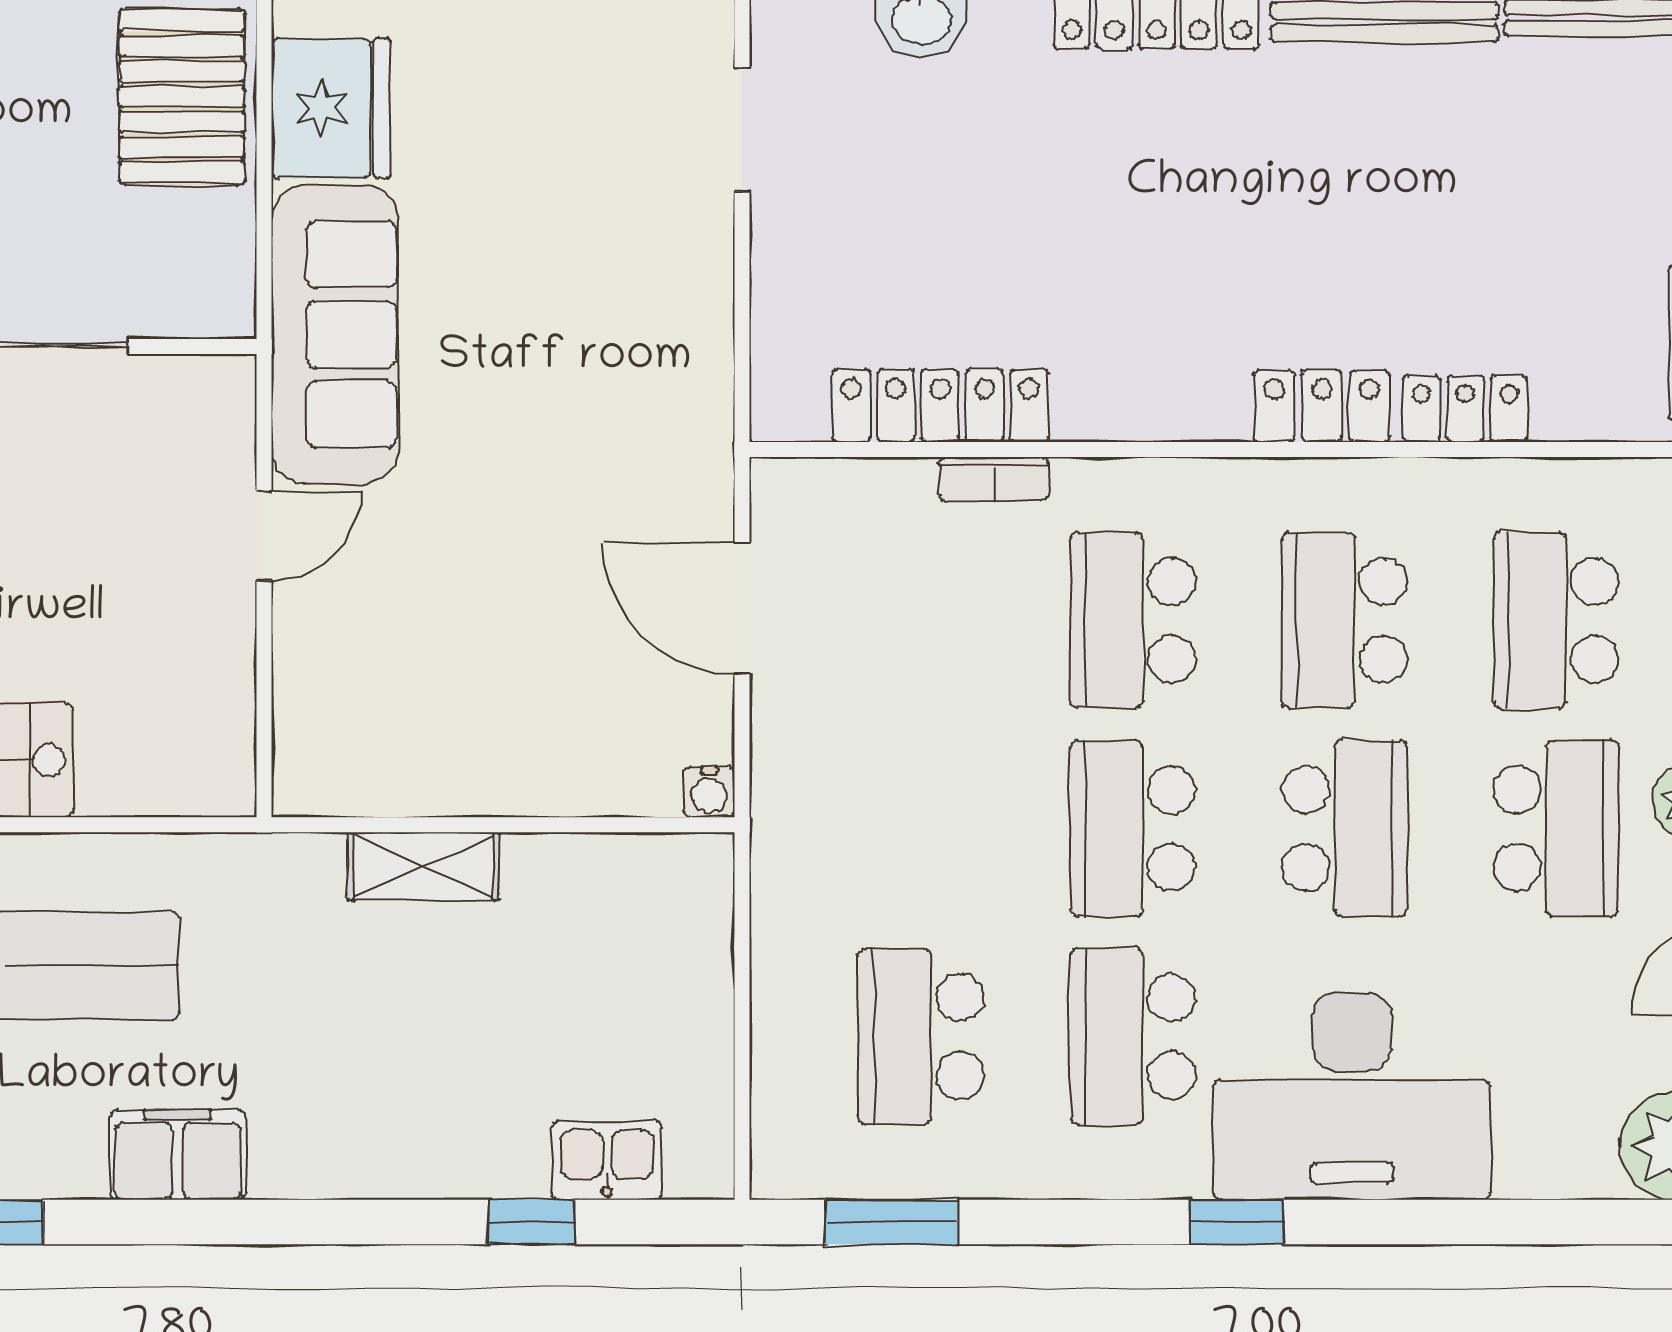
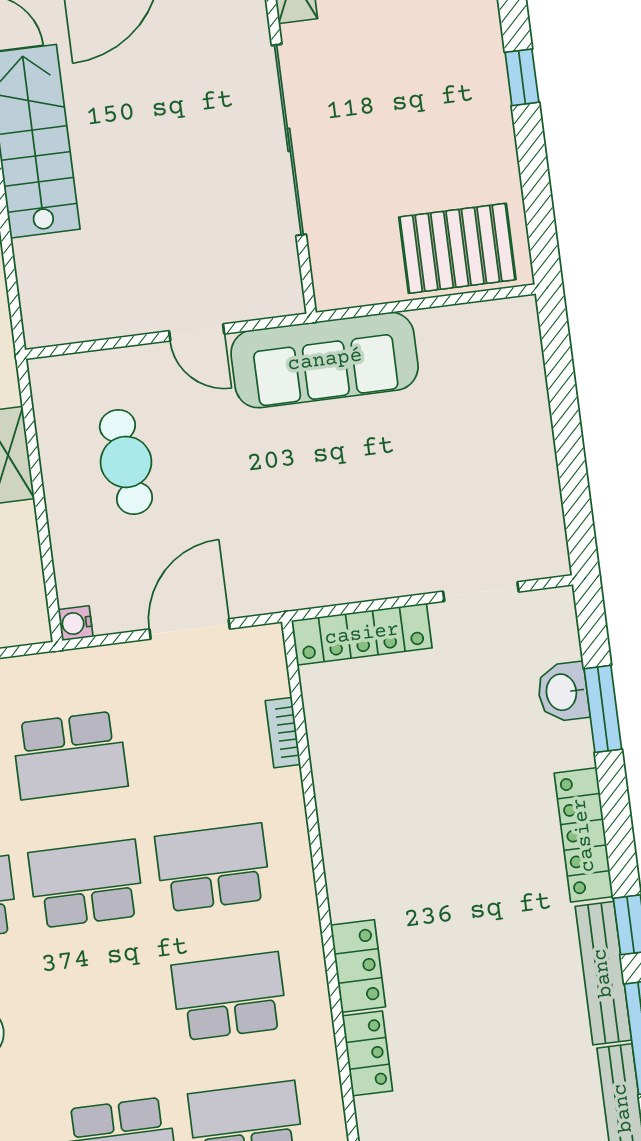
fridge: (331, 108) -> (462, 340), removed
locker: (940, 405) -> (362, 634), moved, turned 90
bookcase: (994, 479) -> (283, 733), moved
cafe table: (459, 677) -> (126, 462), added
school desk: (1344, 828) -> (70, 755), moved

